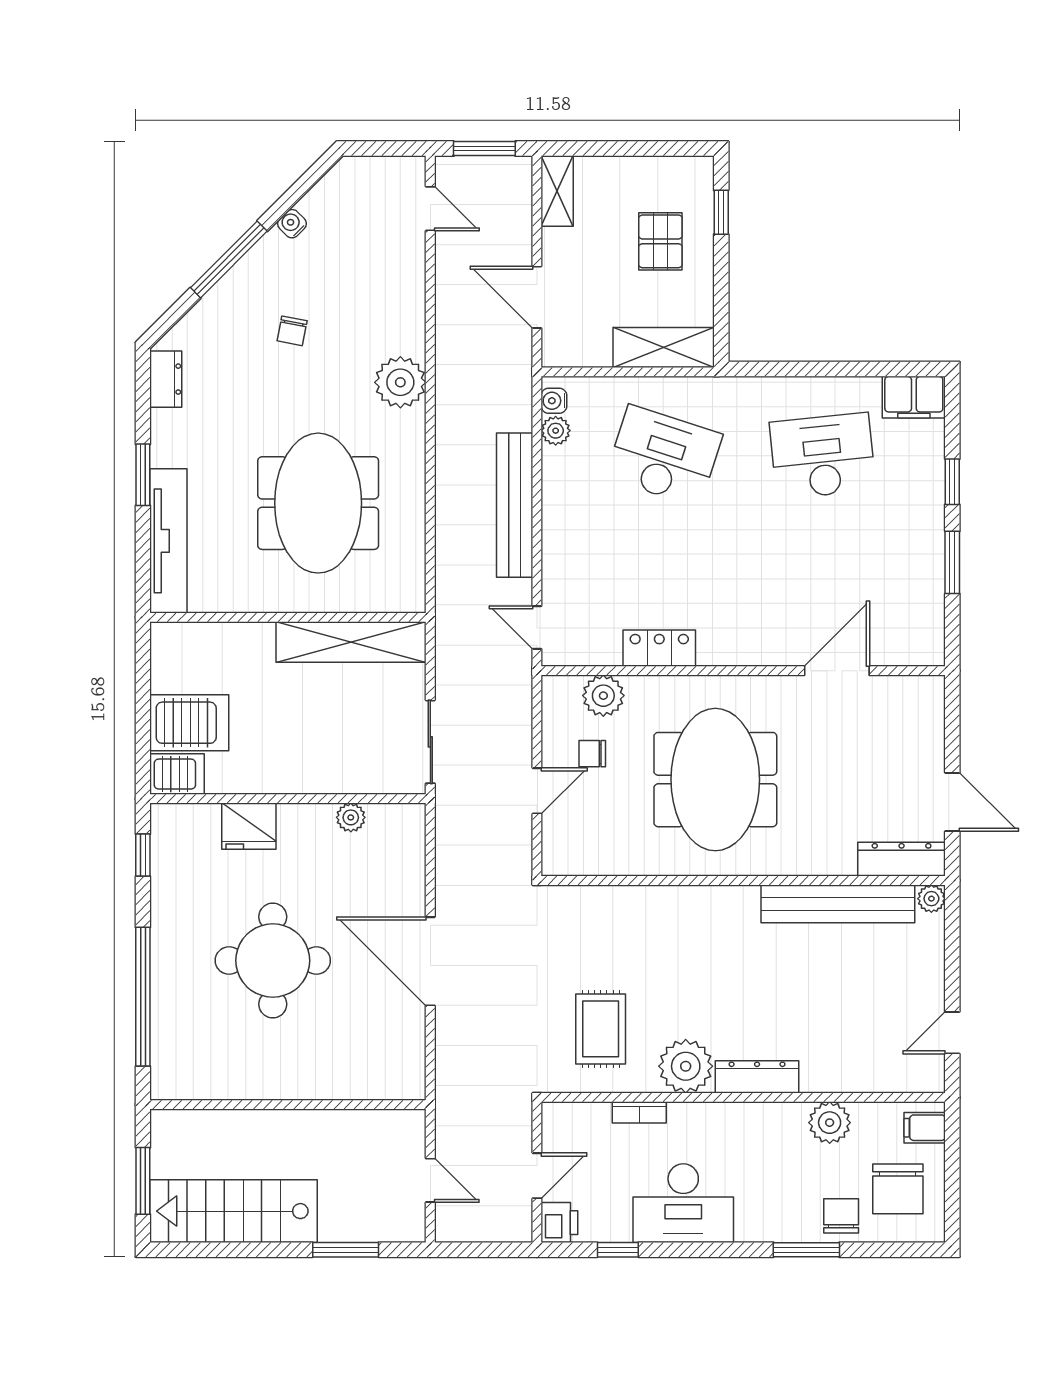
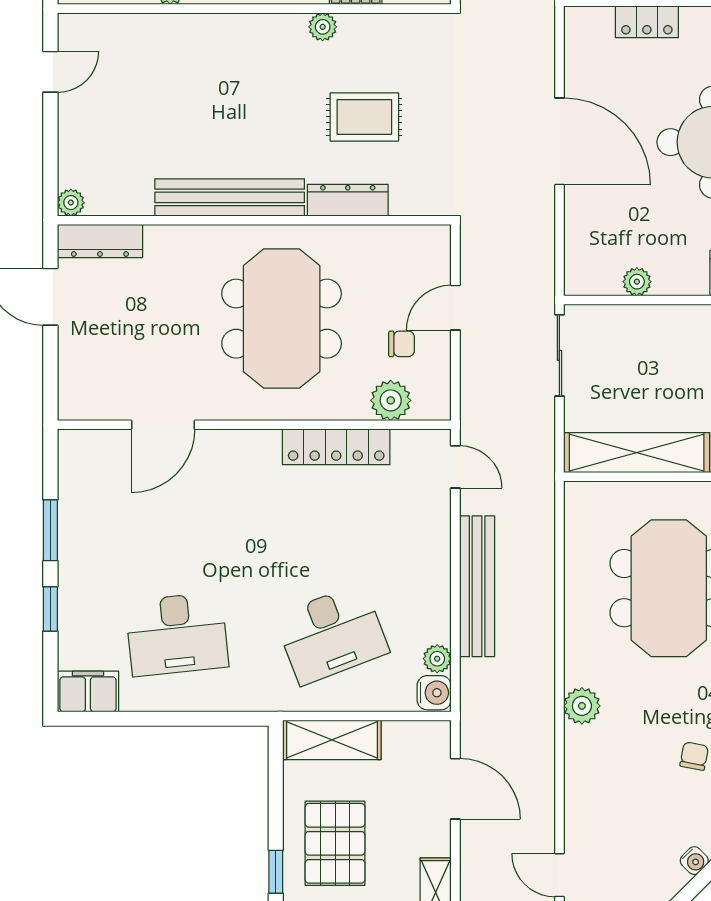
pallet: (660, 241) -> (335, 843), width x1.50, depth x1.42
plant: (400, 382) -> (582, 706), width x0.73, depth x0.73
water cooler: (554, 401) -> (434, 693), width x1.38, depth x1.38
desk: (664, 456) -> (332, 634), turned -39
locker: (659, 648) -> (336, 447), width x1.53
bench: (838, 904) -> (230, 197), moved
rug: (601, 1029) -> (364, 117), moved, turned 90
plant: (686, 1066) -> (323, 27), width x0.53, depth x0.53
dresser: (757, 1077) -> (348, 200), moved, turned 180
locker: (341, 1084) -> (647, 22), added

